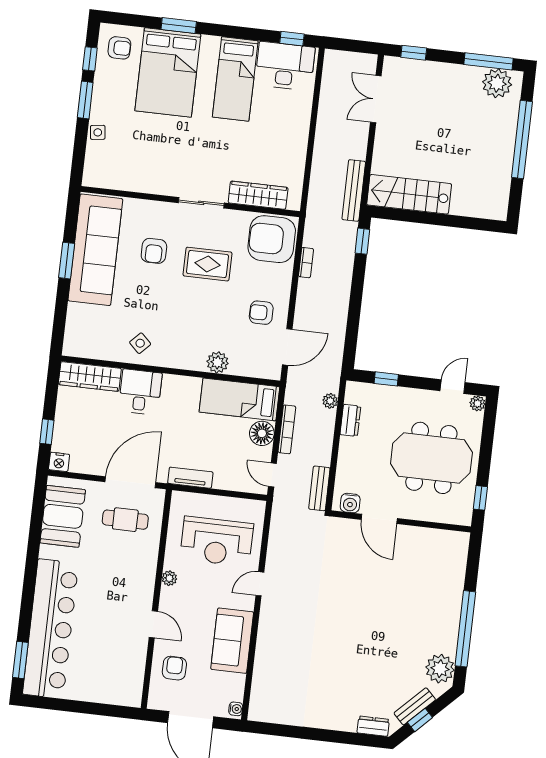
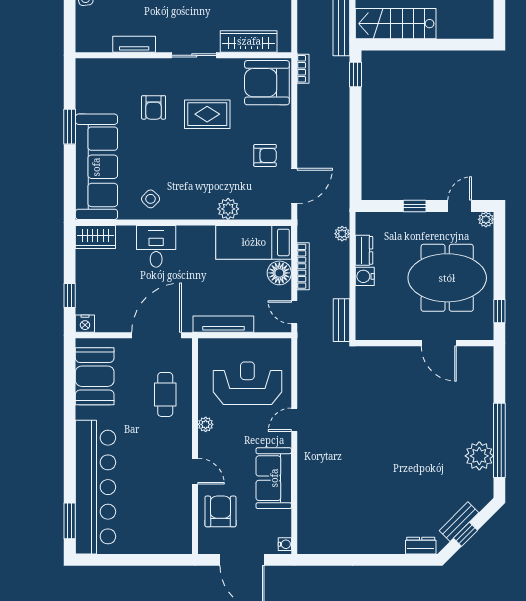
tv unit: (142, 185) -> (134, 44), added
sofa: (95, 250) -> (96, 167), moved
bookcase: (306, 263) -> (303, 69), moved
armchair: (261, 313) -> (265, 155), turned 180
wardrobe: (90, 376) -> (95, 237), width x0.67
window: (386, 379) -> (415, 206), moved
tv unit: (190, 478) -> (223, 324), width x1.41
water cooler: (350, 503) -> (365, 276), moved, turned 90
door: (379, 519) -> (439, 343), moved
cafe table: (125, 520) -> (165, 394), moved, turned 90
reception desk: (217, 541) -> (247, 383), turned 180
armchair: (174, 668) -> (220, 511), width x1.38, depth x1.38
plant: (440, 669) -> (479, 456), moved

